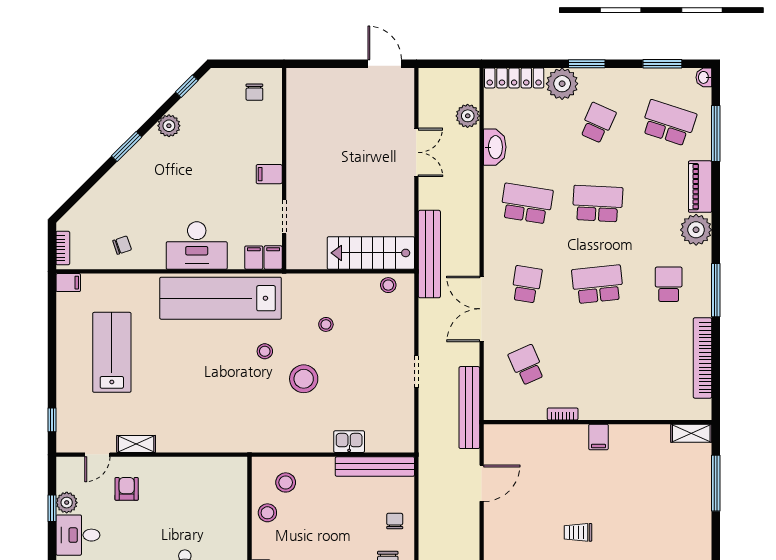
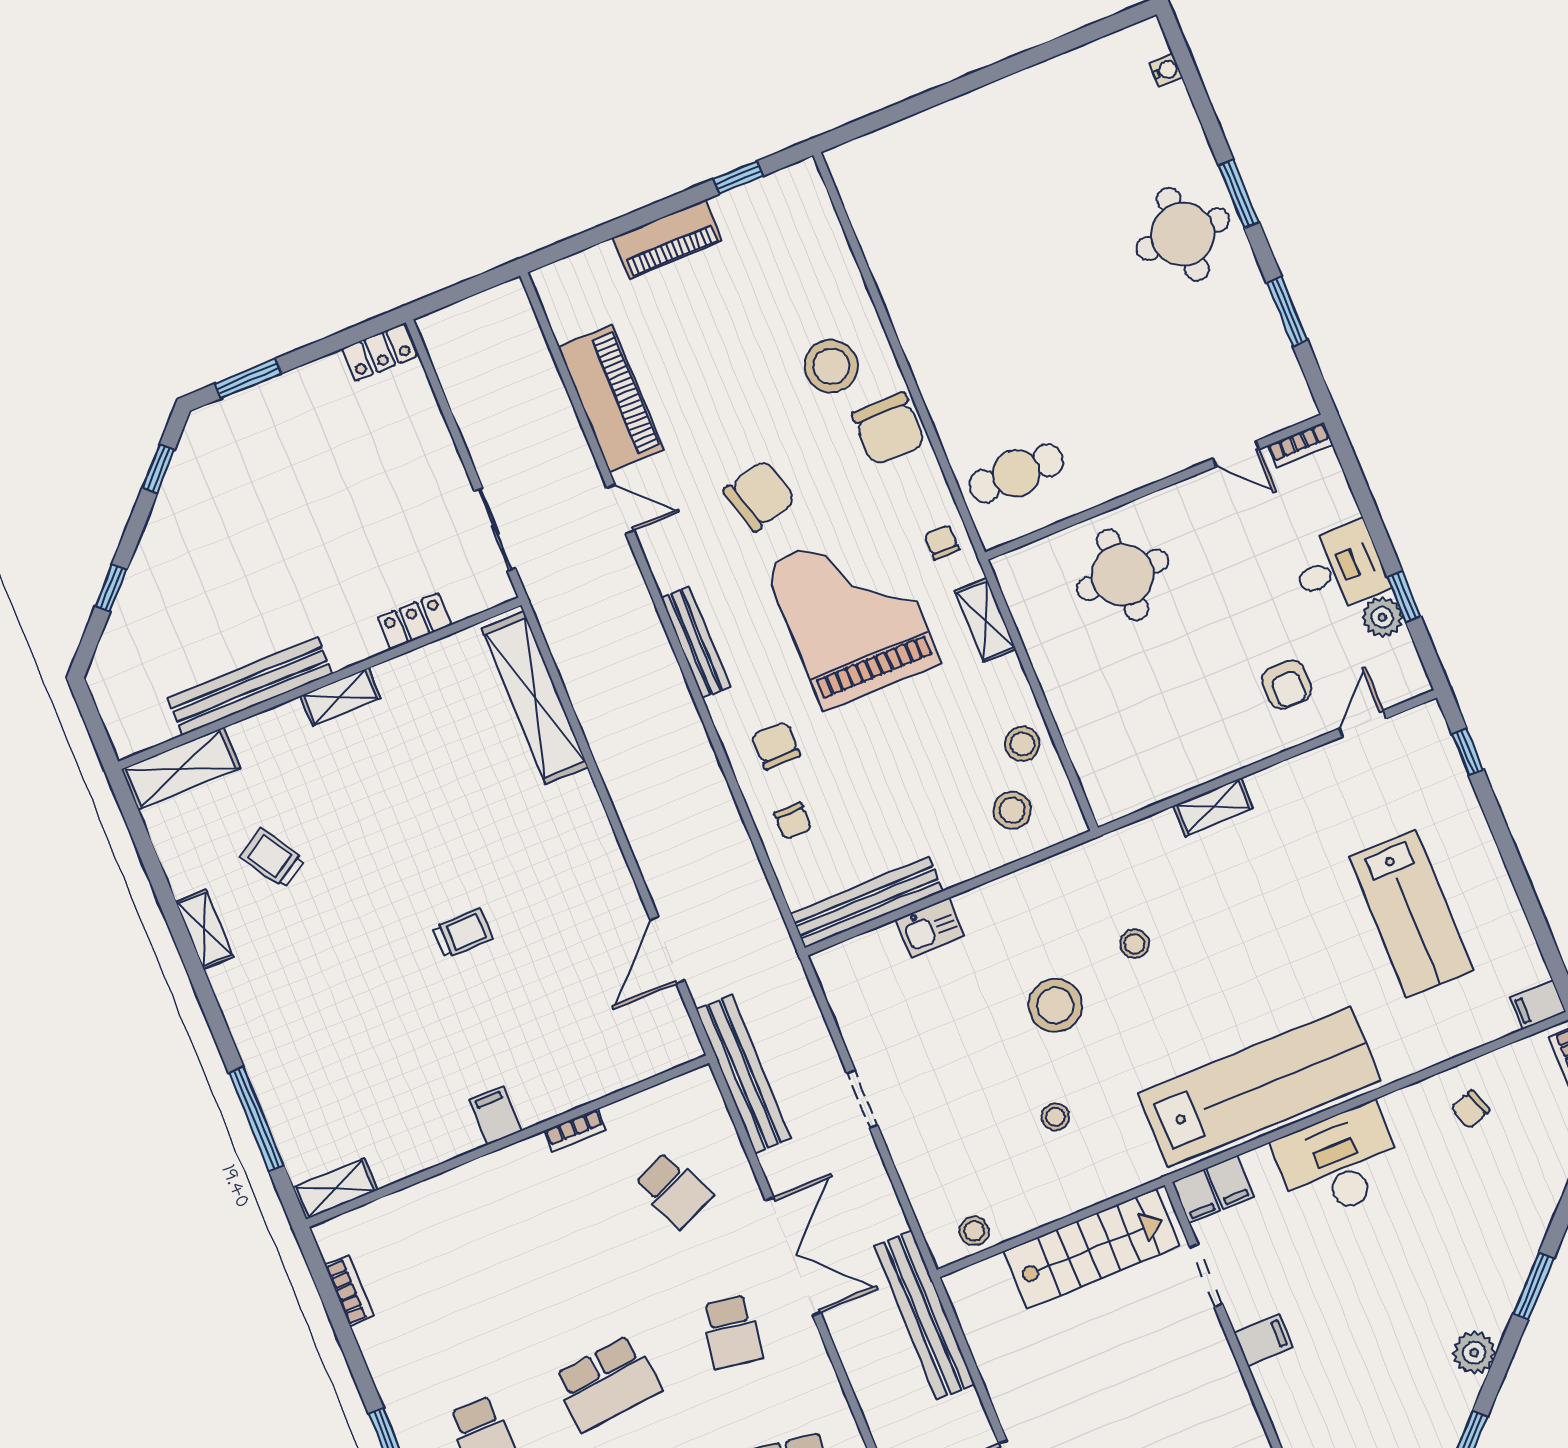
stairs: (371, 253) -> (1092, 1249), moved
stool: (265, 351) -> (1134, 944), moved
bookcase: (703, 358) -> (349, 1291), width x0.43, depth x0.76
shelving: (136, 444) -> (1213, 807), moved

